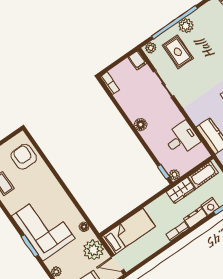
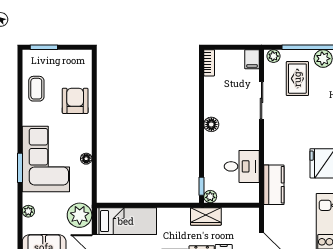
armchair: (24, 157) -> (75, 101), moved
cot: (203, 175) -> (239, 216), removed
floor lamp: (84, 227) -> (86, 159), moved

